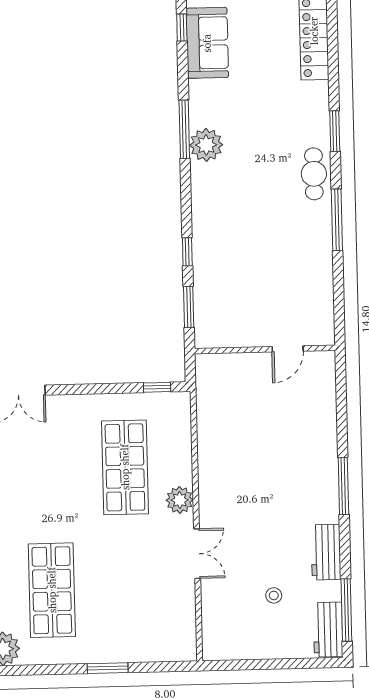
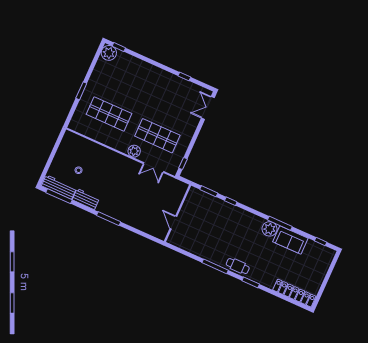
sofa: (207, 43) -> (290, 240), moved
double door: (197, 554) -> (154, 168), moved
shop shelf: (52, 590) -> (109, 114), moved
workbench: (328, 630) -> (59, 187), width x1.38

